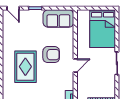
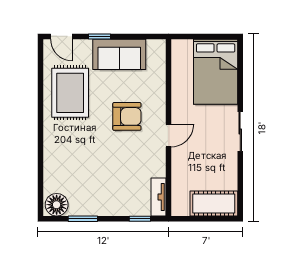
sofa: (58, 18) -> (119, 54), moved
rug: (25, 67) -> (70, 93), moved

